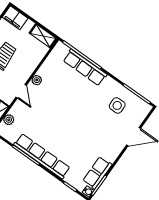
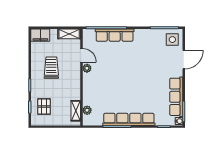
door: (21, 91) -> (81, 55), moved
side table: (117, 105) -> (172, 40), moved
row of seats: (97, 173) -> (176, 97), width x1.48

